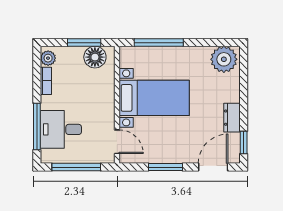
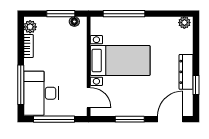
floor lamp: (95, 57) -> (74, 22), width x0.53, depth x0.53
plant: (224, 59) -> (184, 23), width x0.53, depth x0.53
dresser: (232, 118) -> (186, 72), width x1.44
desk: (61, 129) -> (41, 93), width x1.37
window: (244, 143) -> (196, 85), moved

